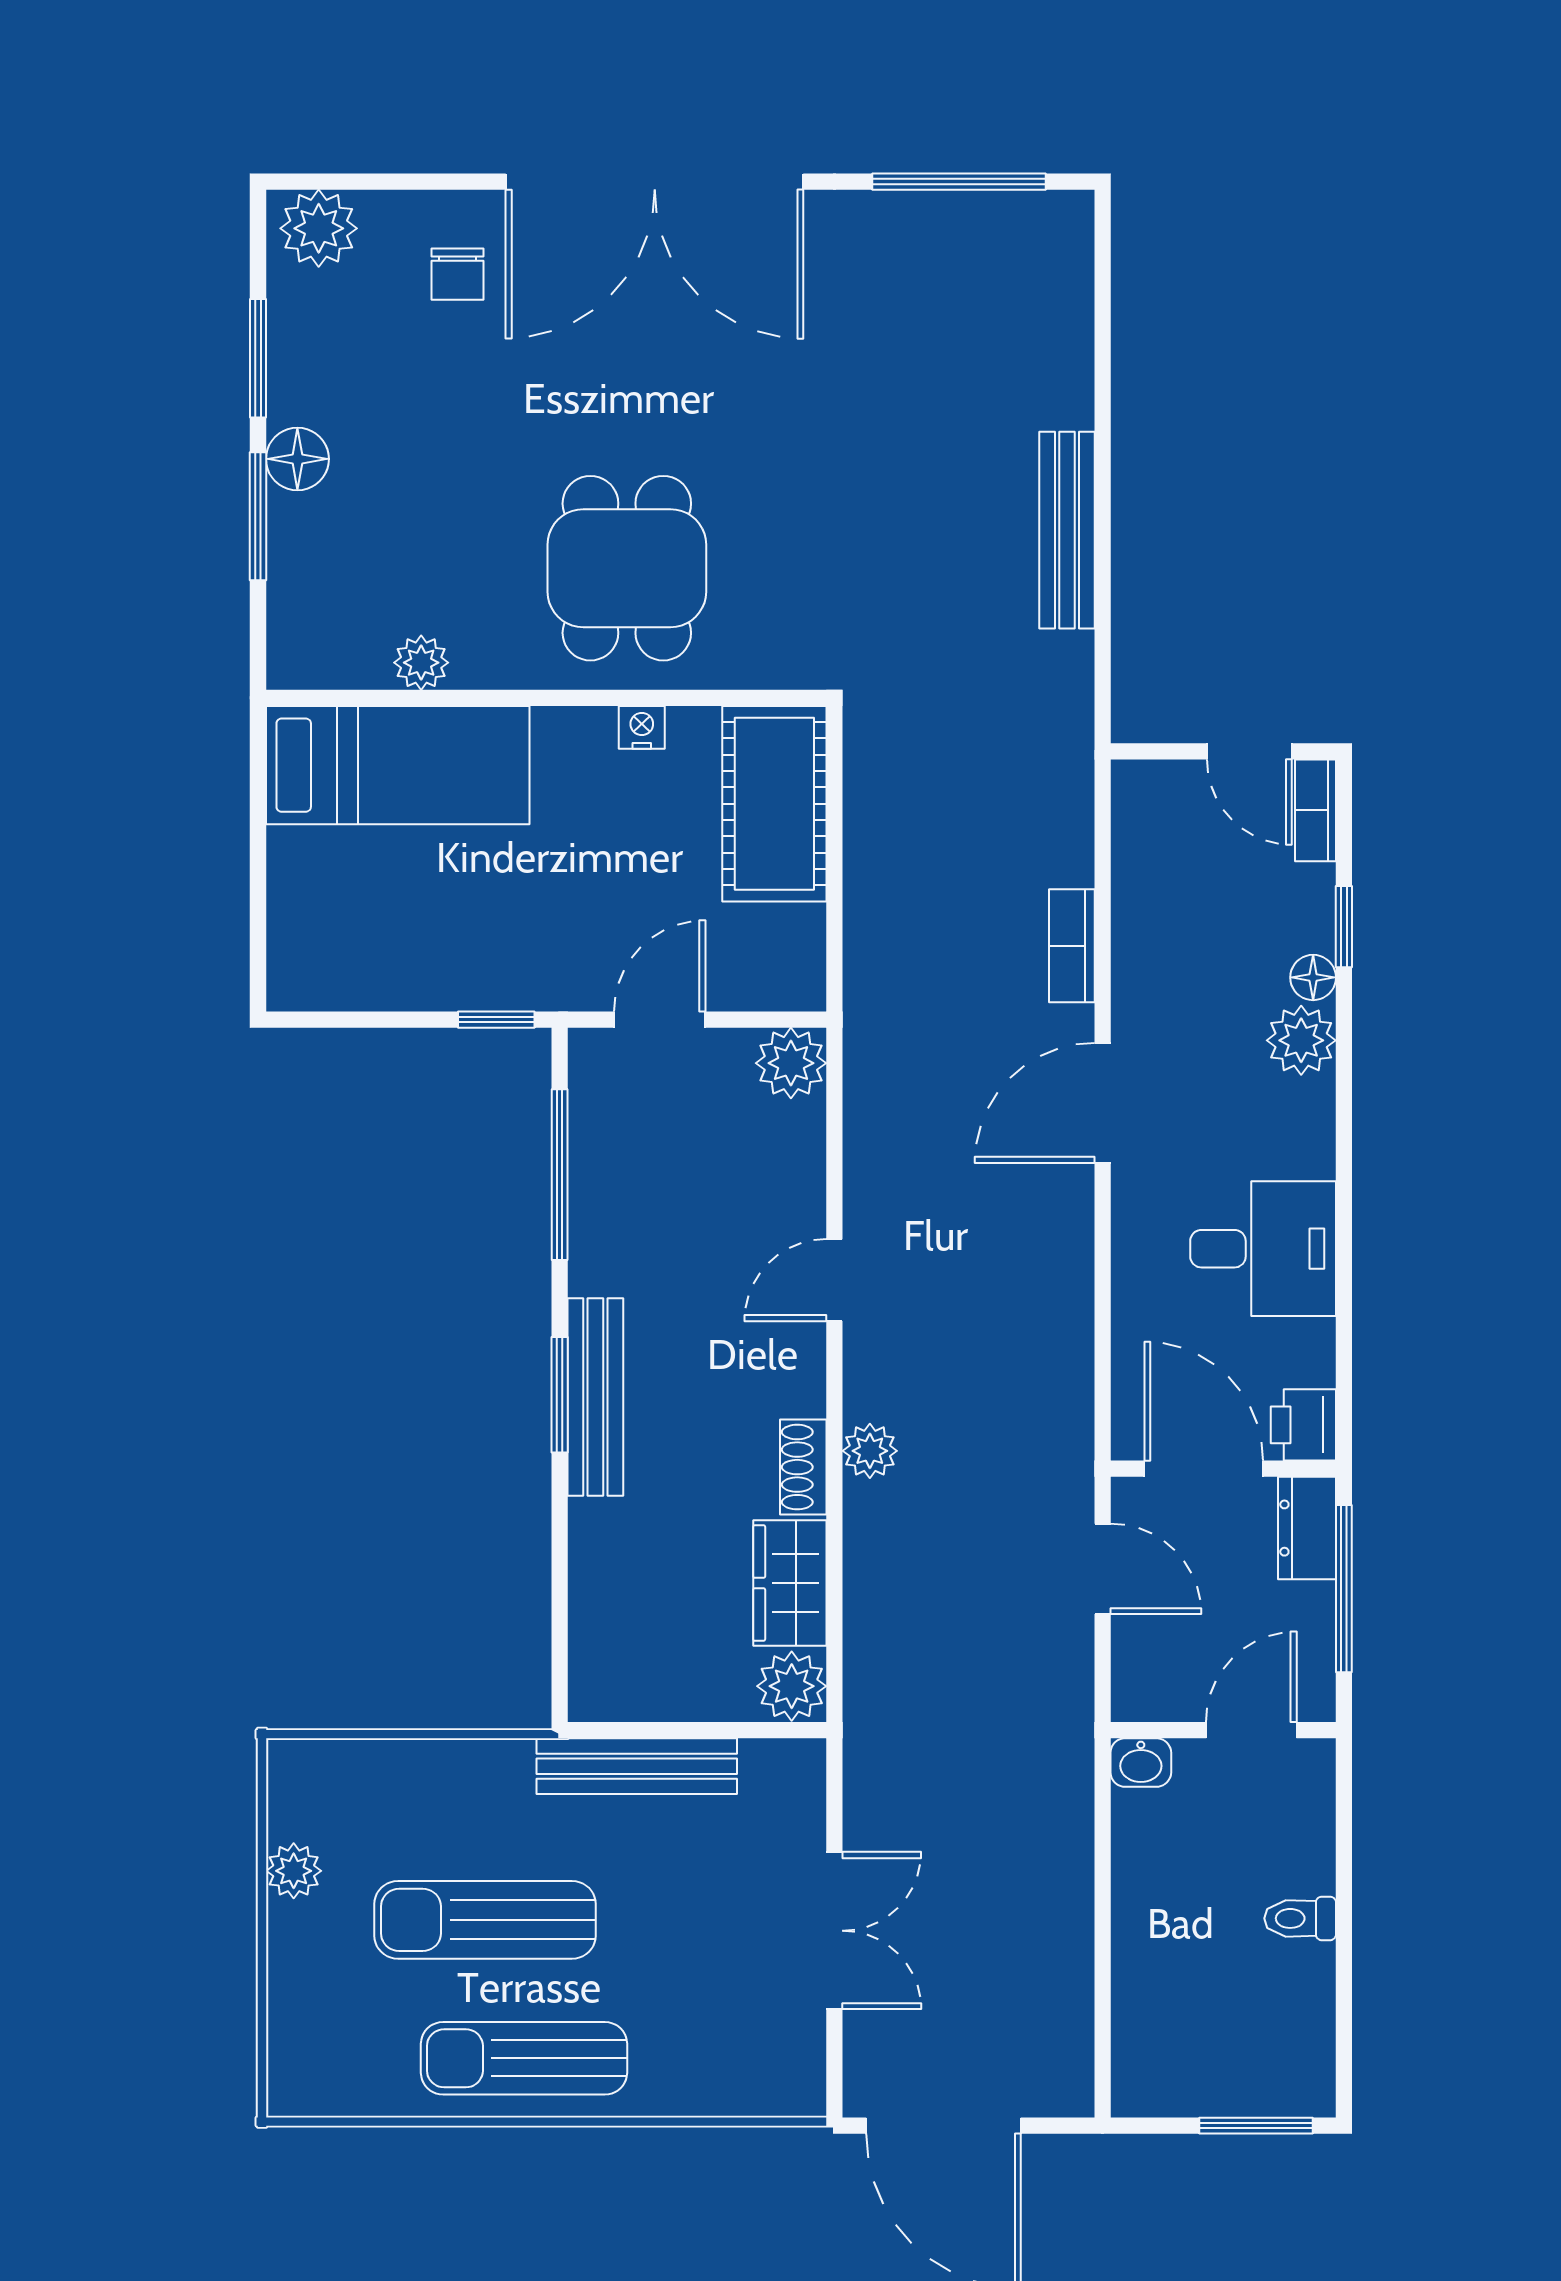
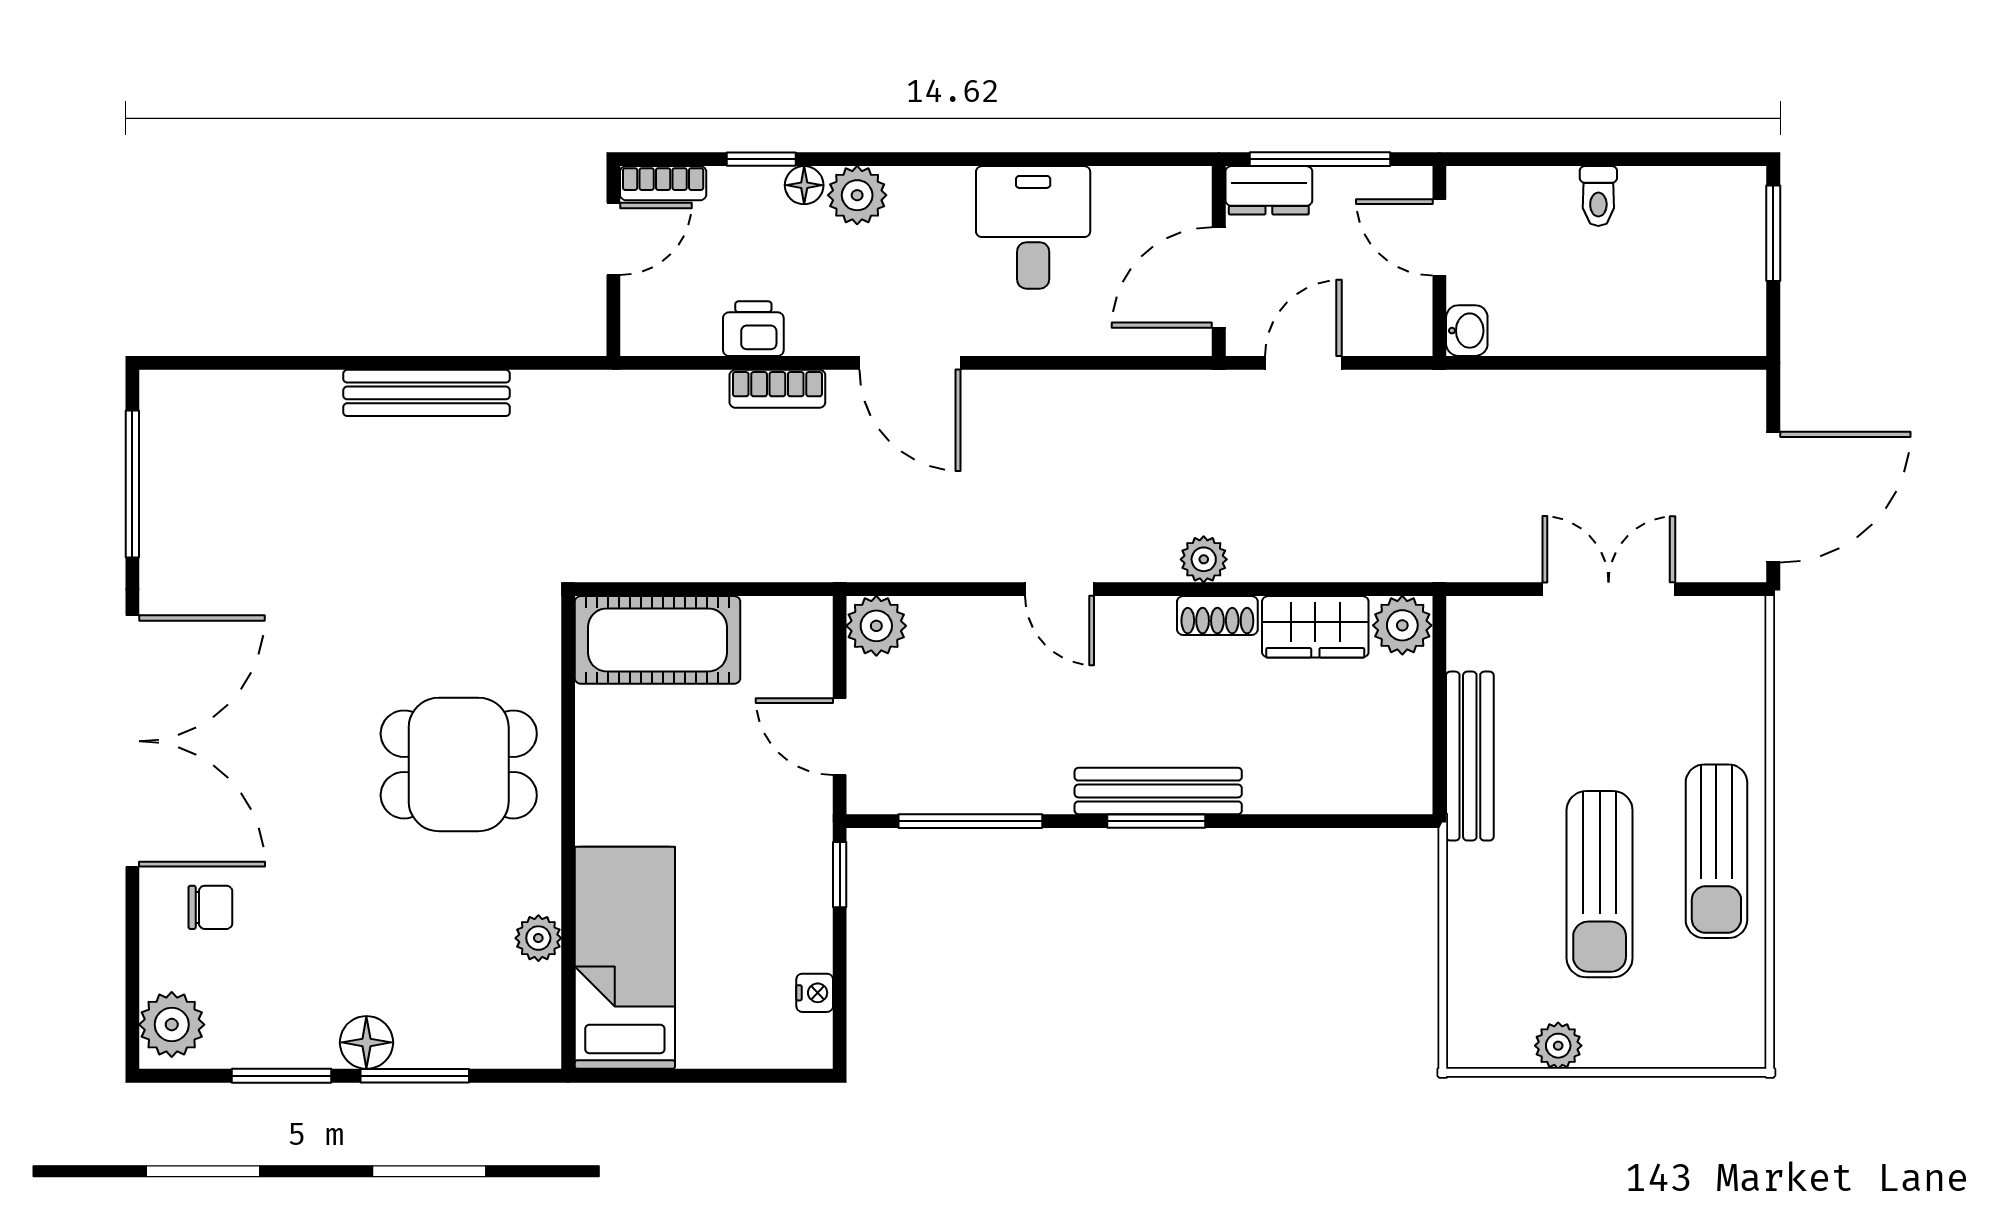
nightstand: (642, 727) -> (815, 993), moved, turned 180
printer: (1303, 1425) -> (753, 329), moved, turned 180

